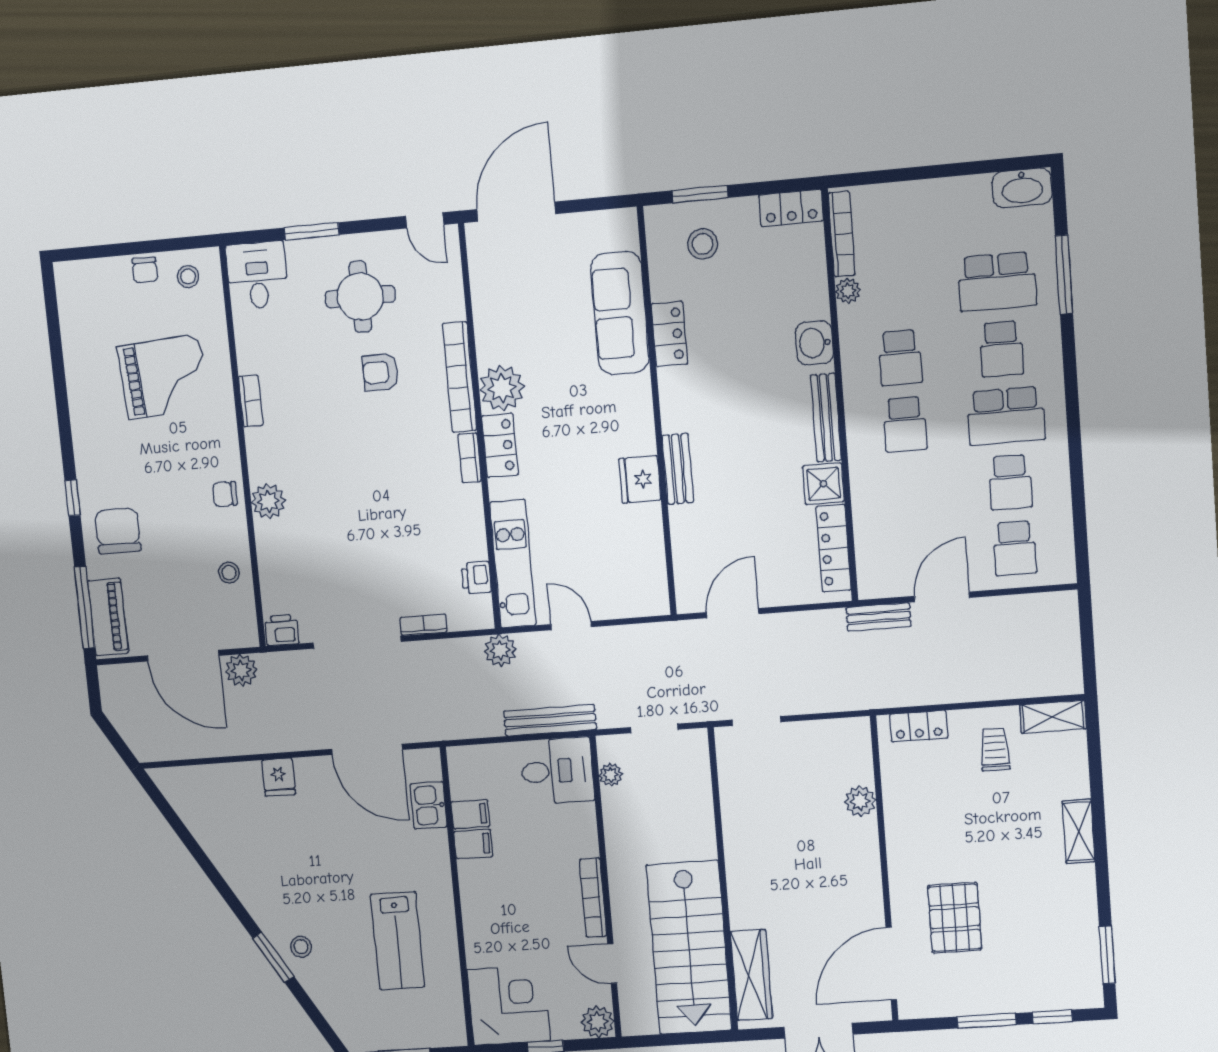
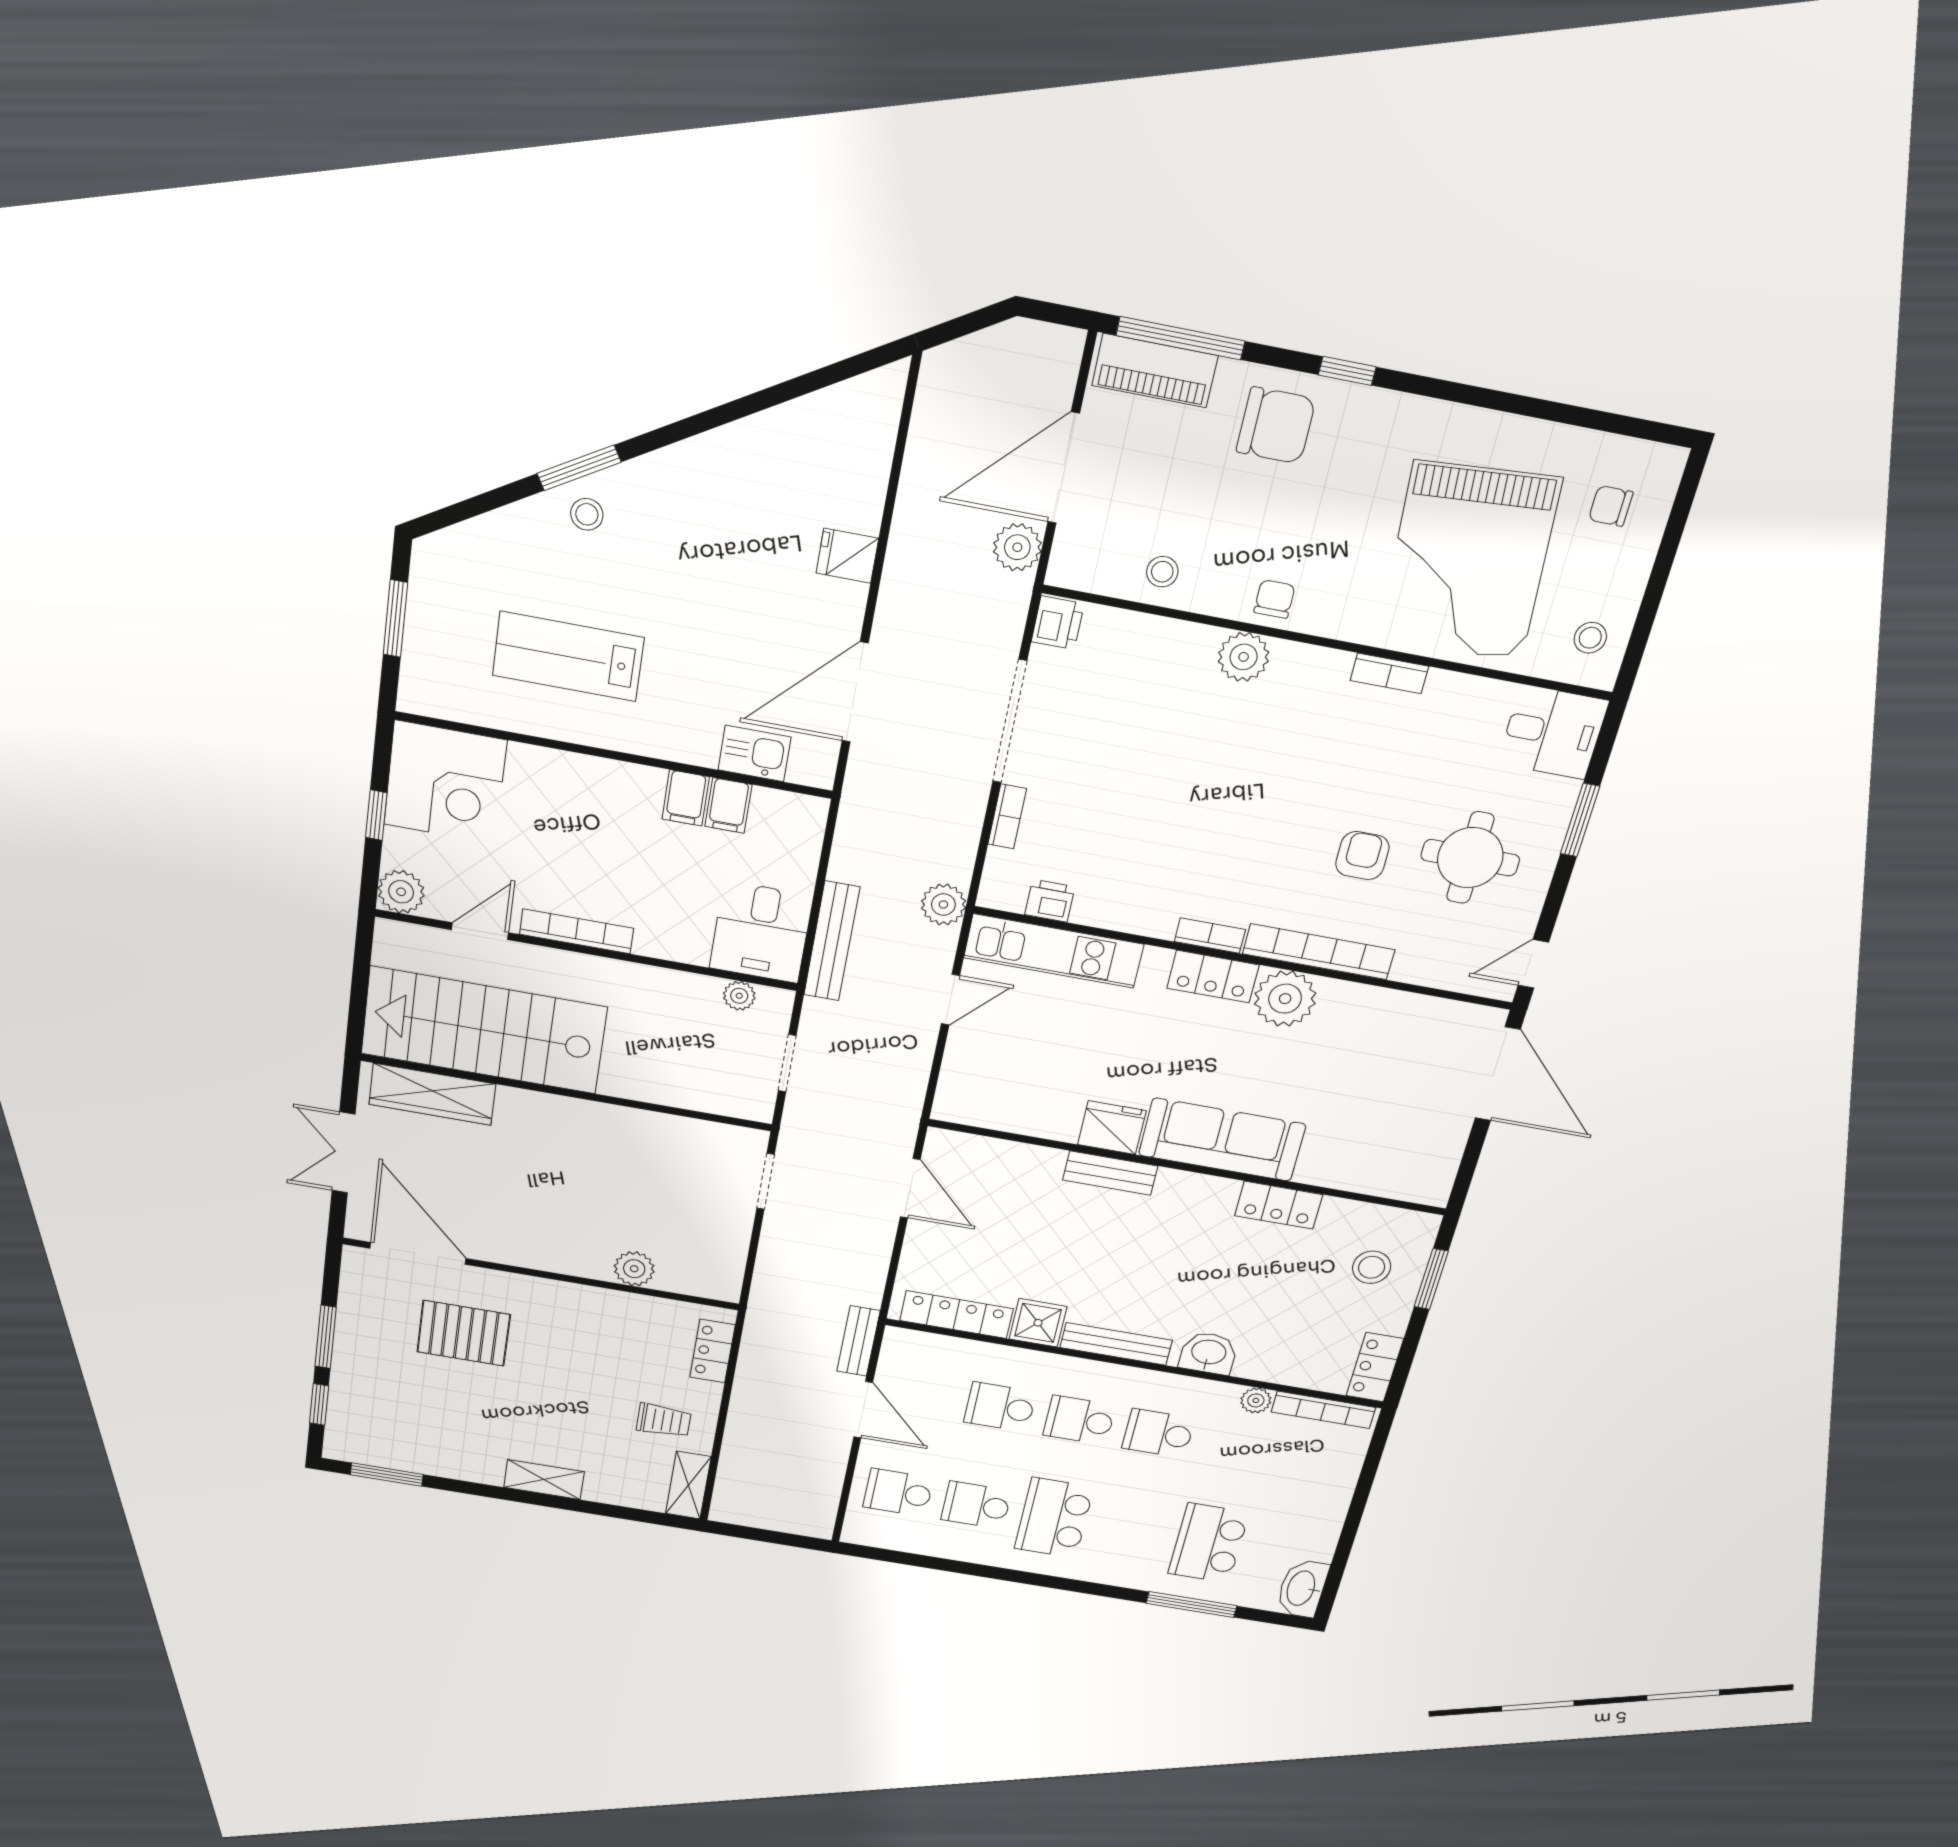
chair: (145, 270) -> (1611, 506), moved
sofa: (620, 313) -> (1222, 1140), moved
school desk: (1001, 349) -> (1000, 1407), moved
grand piano: (164, 377) -> (1469, 561), width x1.37, depth x1.48

